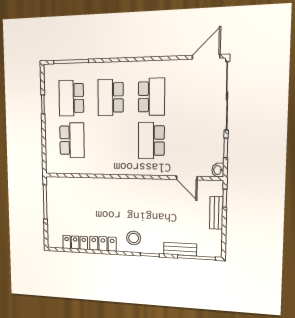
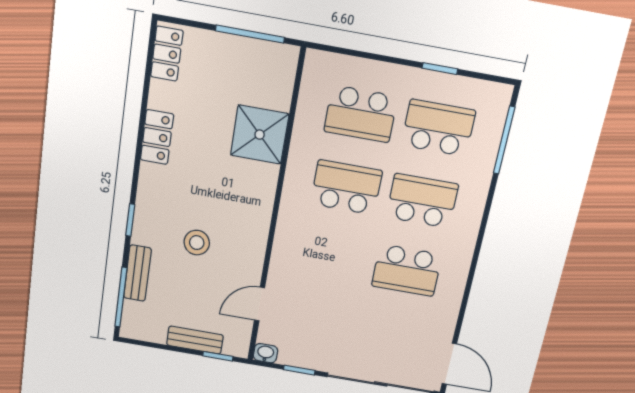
school desk: (151, 141) -> (346, 187), moved
shower: (92, 191) -> (260, 135), added
stool: (134, 238) -> (197, 243), moved
locker: (75, 243) -> (167, 54), moved

